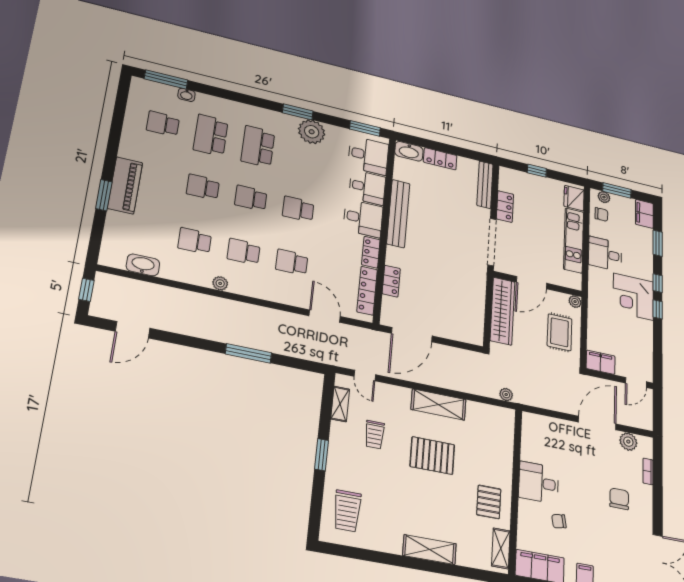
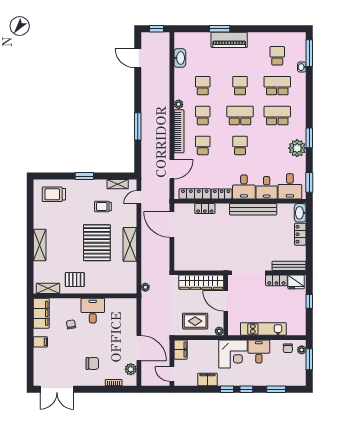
school desk: (251, 198) -> (240, 116), width x1.85
fridge: (574, 198) -> (296, 282), moved, turned 180
filing cabinet: (644, 214) -> (208, 379), moved
bookcase: (265, 292) -> (179, 131), added
corner desk: (633, 297) -> (233, 354), moved, turned 180
pallet: (432, 456) -> (97, 243), width x1.37, depth x1.41

